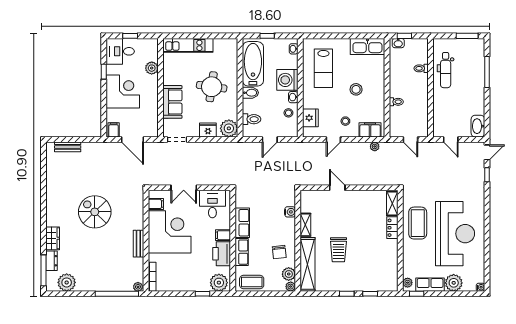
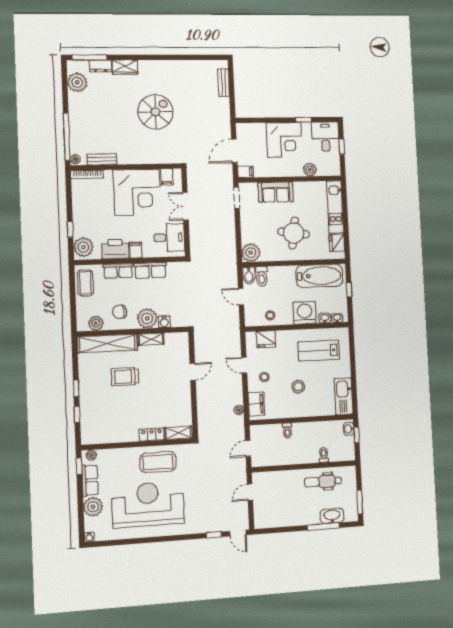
bidet: (250, 93) -> (249, 276), moved
washbasin: (293, 97) -> (325, 318), moved
washbasin: (478, 126) -> (332, 516), moved
filing cabinet: (114, 130) -> (246, 172), moved
fridge: (208, 130) -> (337, 243), moved, turned 180
reception desk: (455, 234) -> (148, 504), turned 180
bench: (138, 244) -> (102, 159), moved
plant: (291, 287) -> (147, 318), moved, width x1.87, depth x1.87

